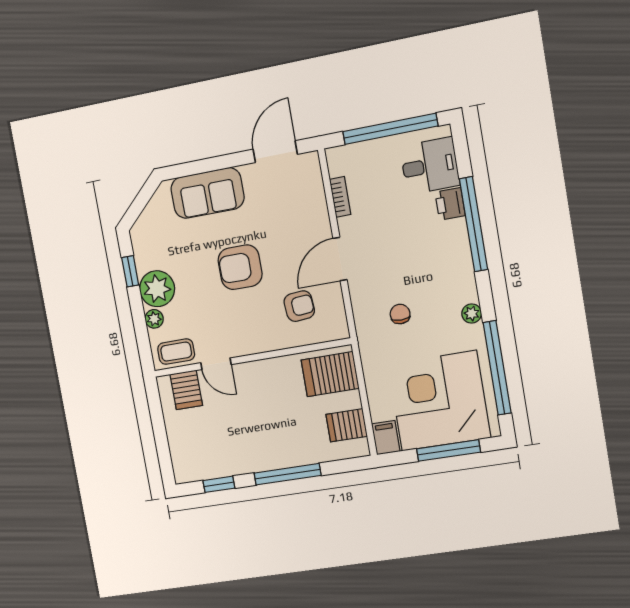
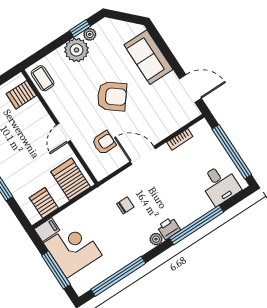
printer: (450, 204) -> (169, 228), moved
armchair: (240, 267) -> (112, 96), turned 128
armchair: (299, 306) -> (104, 143), turned -85
plant: (472, 313) -> (156, 239), moved
plant: (154, 319) -> (90, 34), moved
door: (216, 364) -> (63, 133), moved
corner desk: (439, 401) -> (73, 249), width x0.74, depth x0.74

